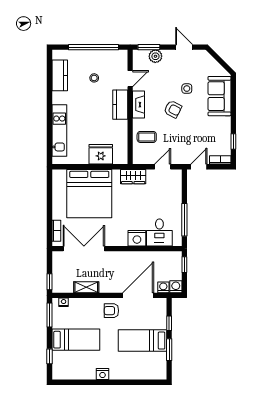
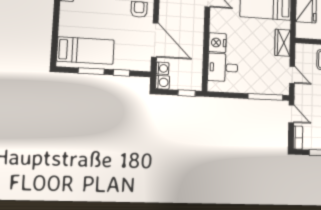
window: (184, 220) -> (265, 97), moved
bed: (142, 341) -> (86, 50), moved, turned 90

